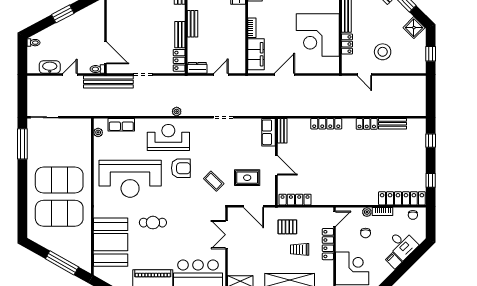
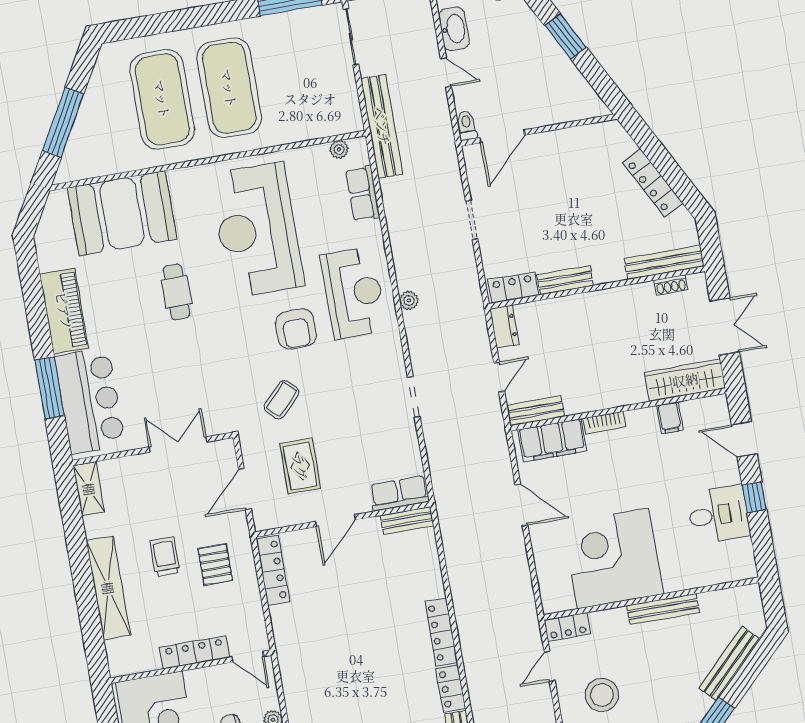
bench: (193, 24) -> (535, 411), moved
locker: (347, 44) -> (567, 627), moved
door: (221, 75) -> (499, 377), hinge flipped
bench: (108, 82) -> (382, 126), moved
locker: (326, 124) -> (441, 632), moved
trolley: (300, 249) -> (165, 557), moved

